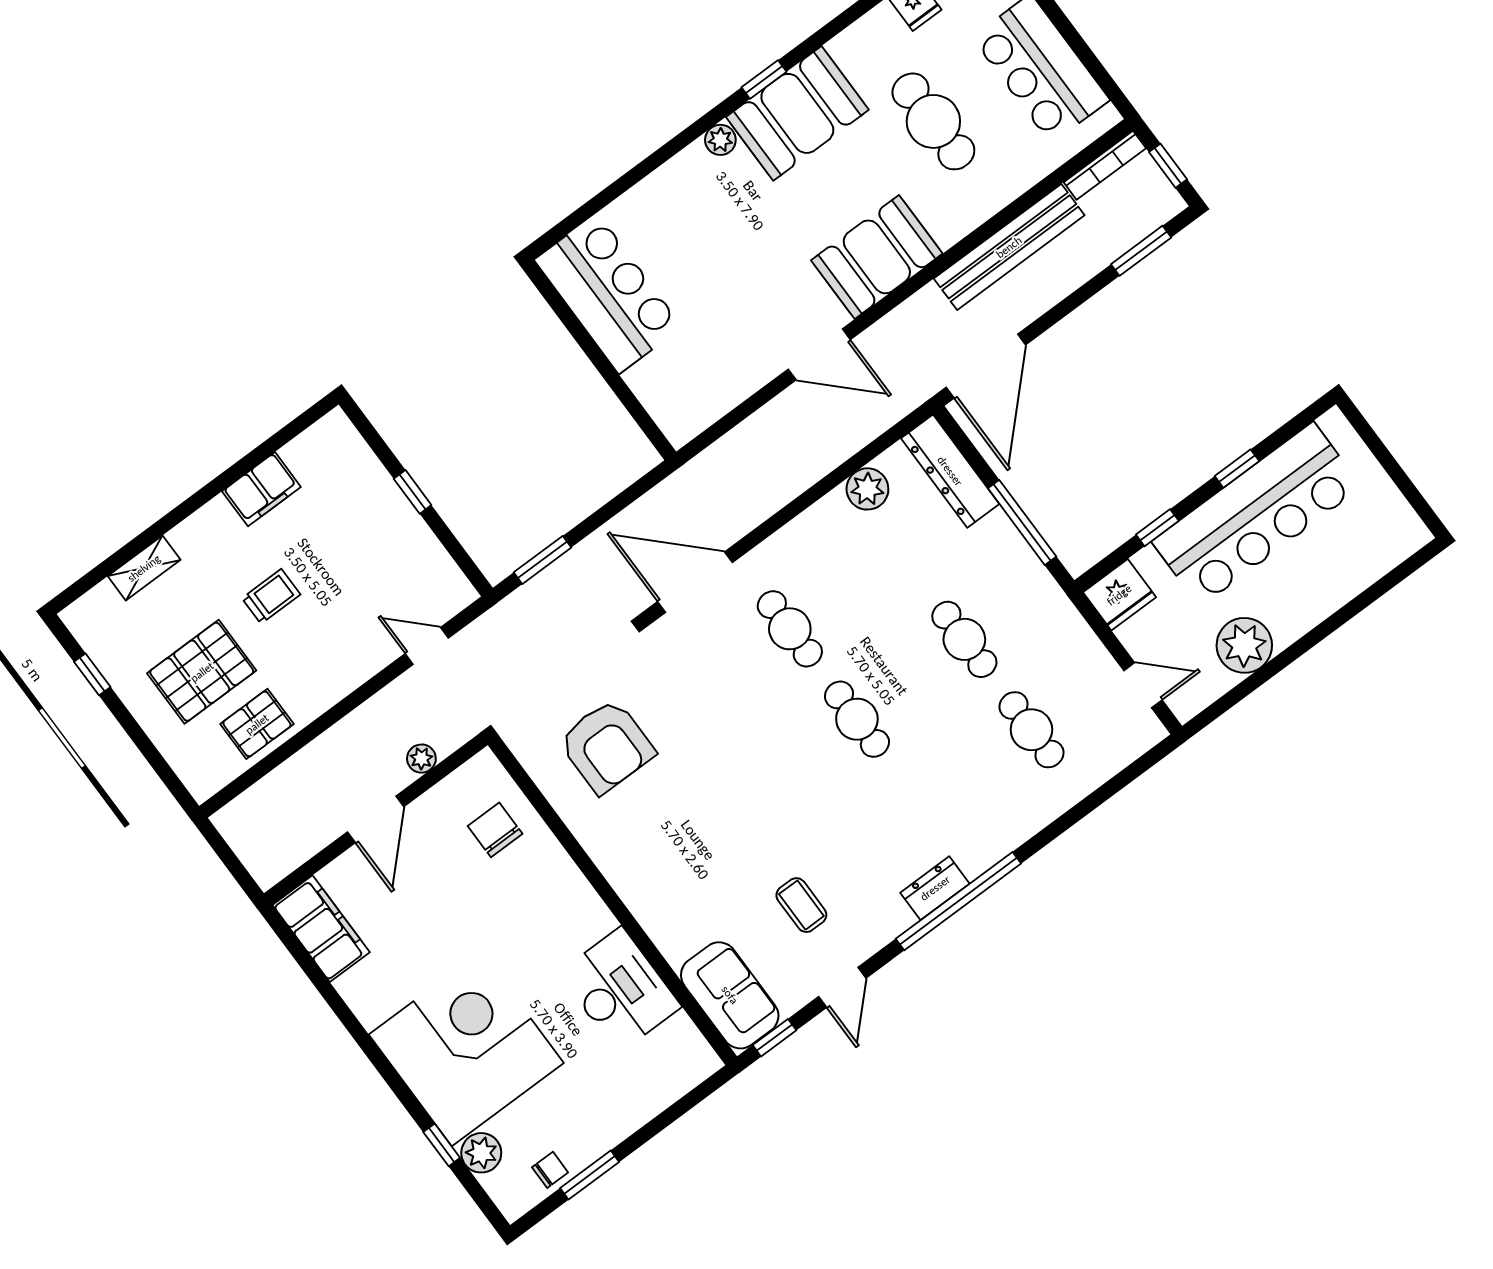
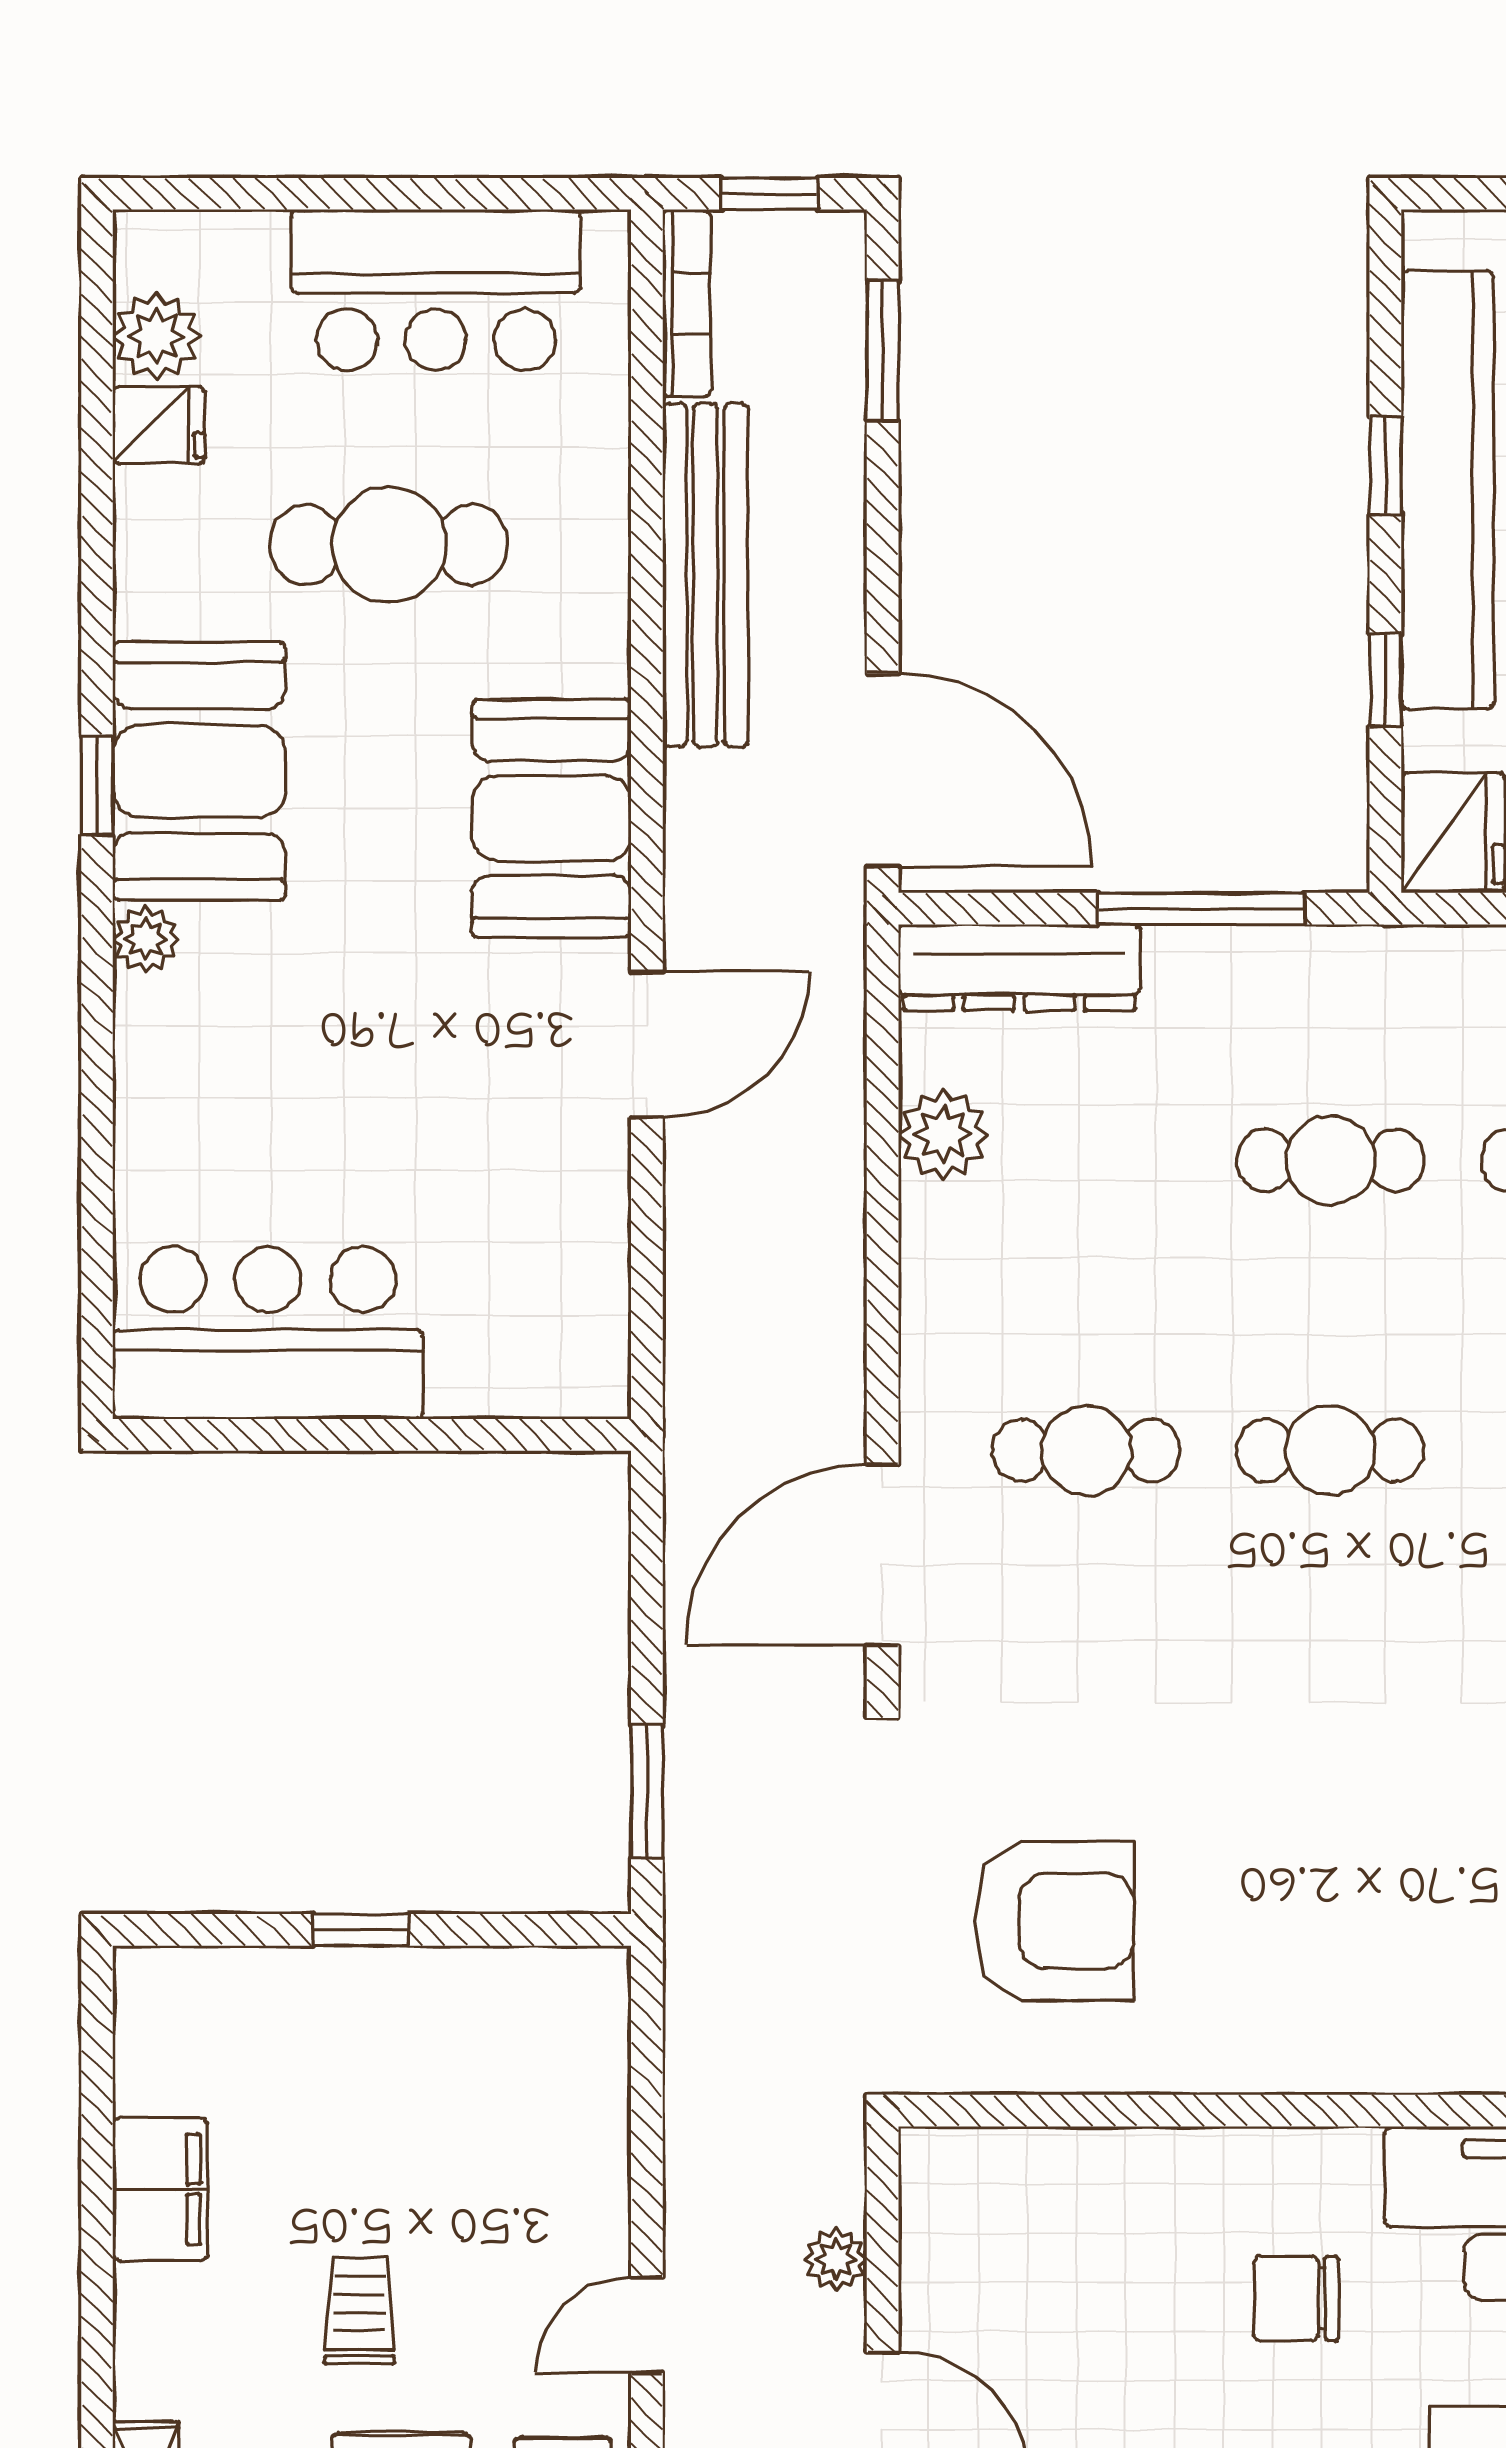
door: (427, 646) -> (647, 2325), moved
chair: (495, 830) -> (1296, 2299), moved

